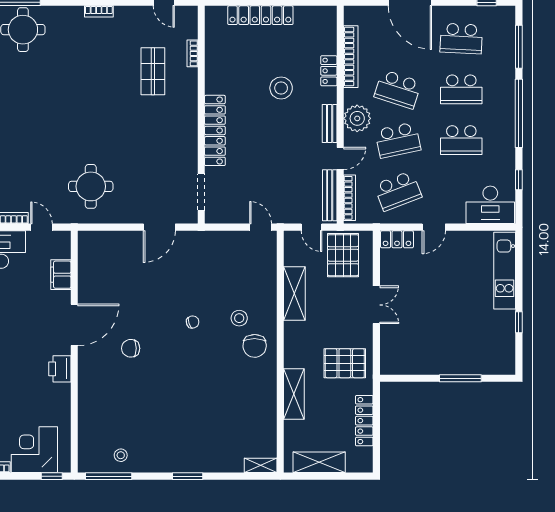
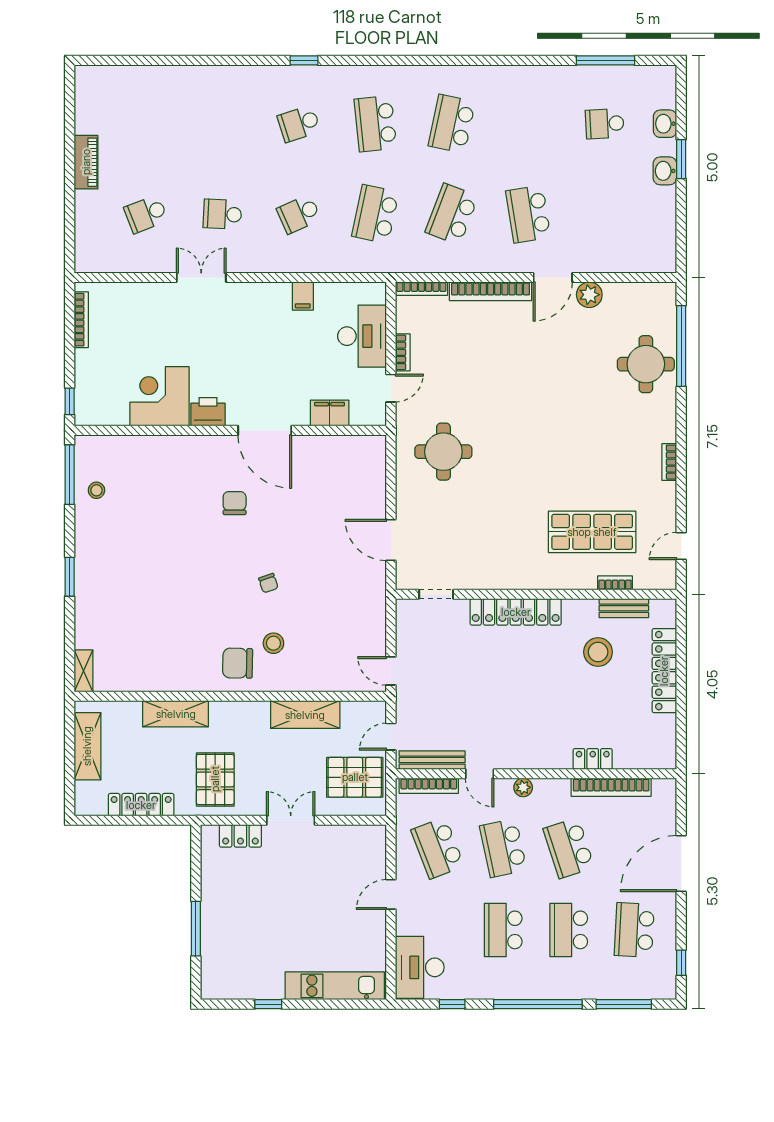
shop shelf: (153, 71) -> (592, 532), width x1.43, depth x1.36
stool: (281, 88) -> (598, 652), moved
school desk: (398, 89) -> (569, 848), turned -36
plant: (357, 118) -> (523, 787), width x0.53, depth x0.53
bench: (330, 124) -> (624, 608), moved
doorway: (201, 192) -> (436, 594), width x0.73
door: (261, 227) -> (391, 671), swing flipped
door: (434, 227) -> (391, 894), hinge flipped
locker: (397, 239) -> (240, 836), moved, turned -90
double door: (376, 305) -> (291, 820), swing flipped
corner desk: (34, 450) -> (159, 396), moved, turned -90

